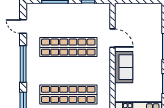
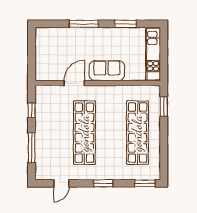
window: (23, 64) -> (103, 183), width x0.47

